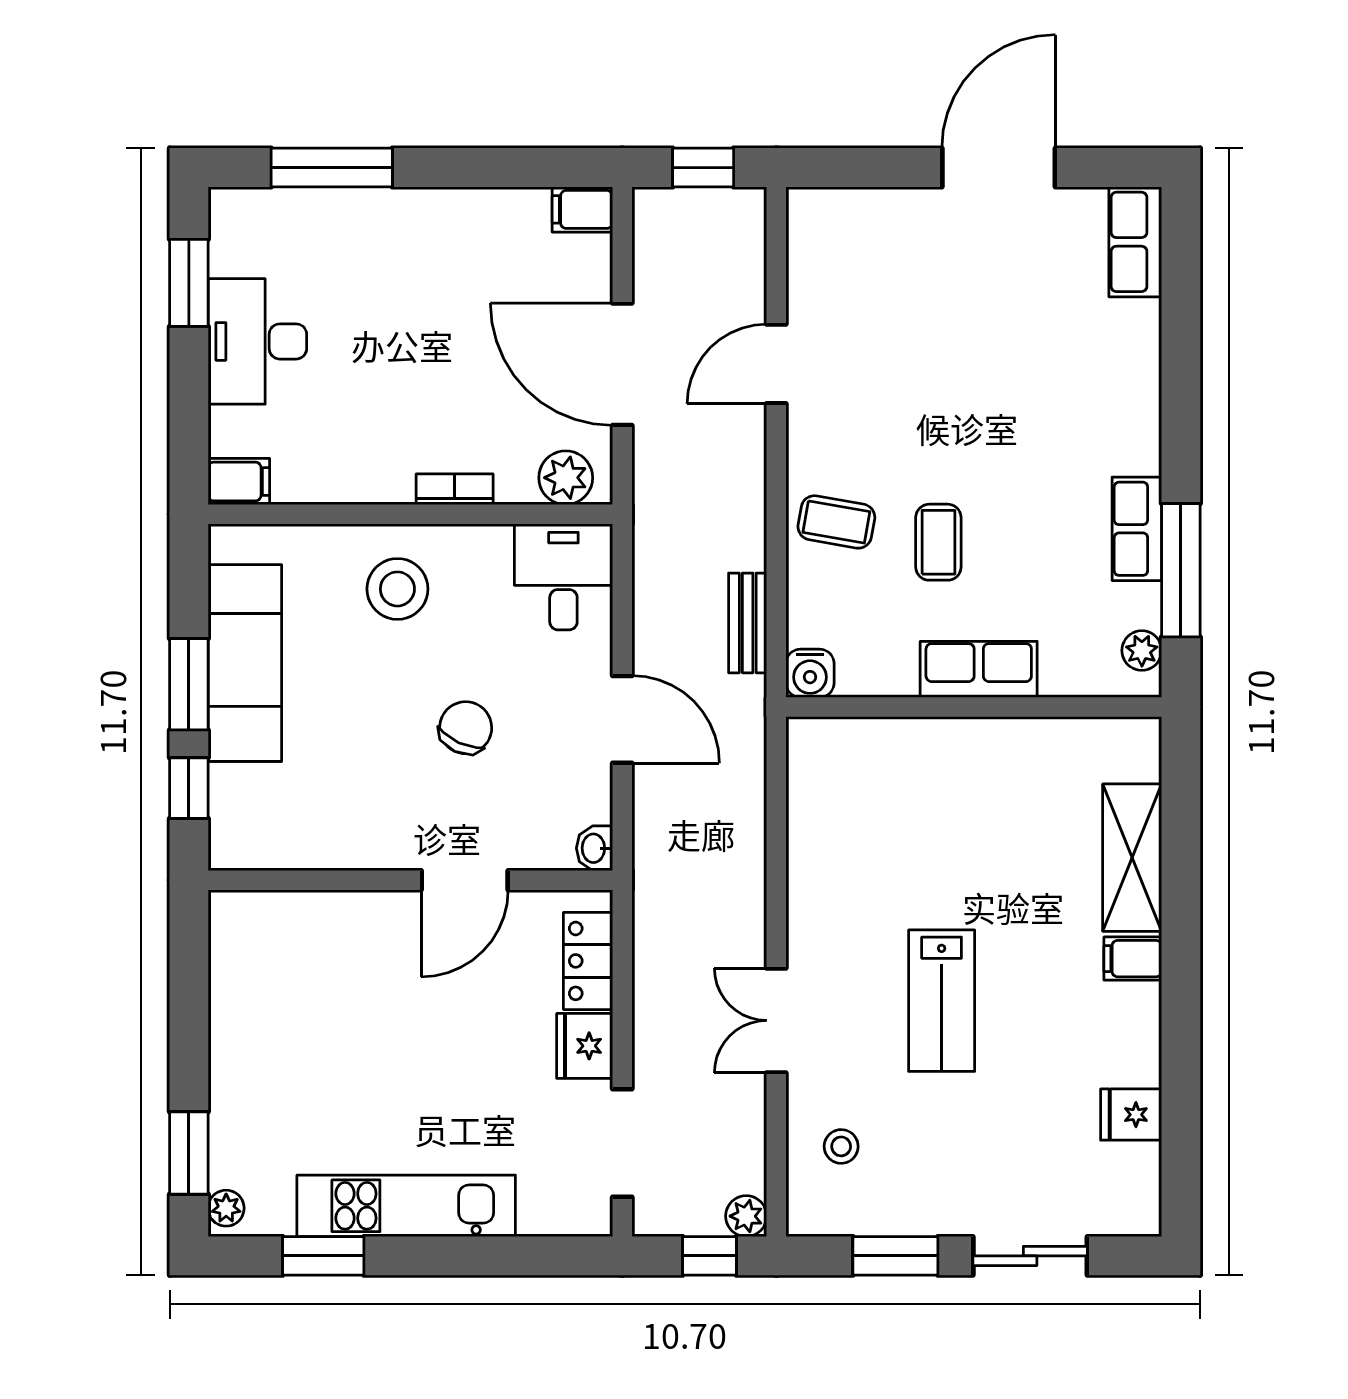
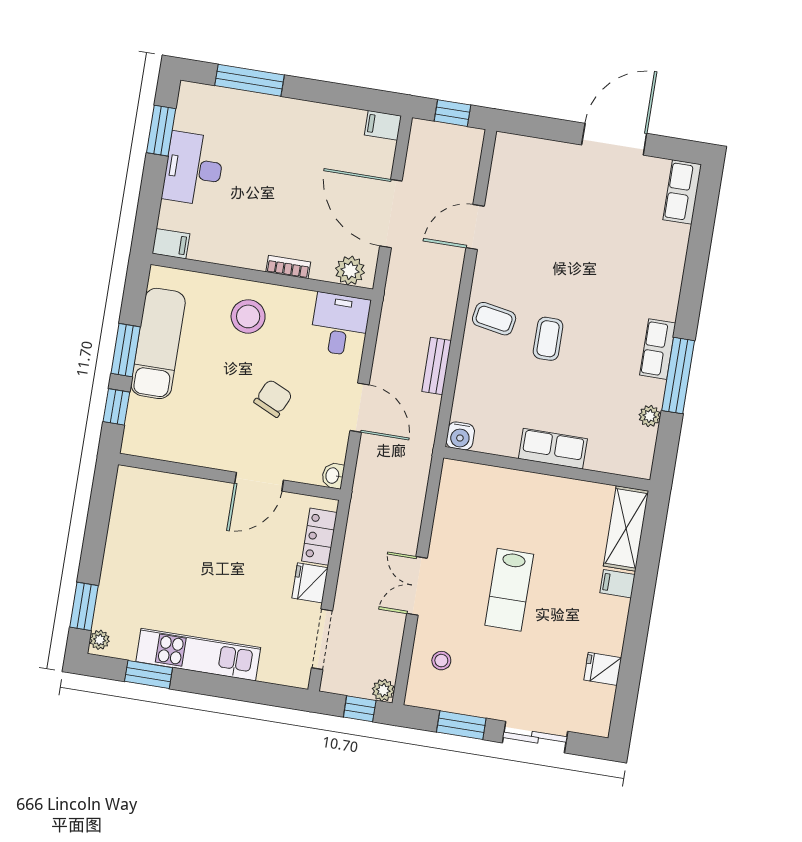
row of seats: (979, 669) -> (553, 449), moved
water cooler: (810, 673) -> (460, 436), moved
wall: (974, 707) -> (547, 469), moved

